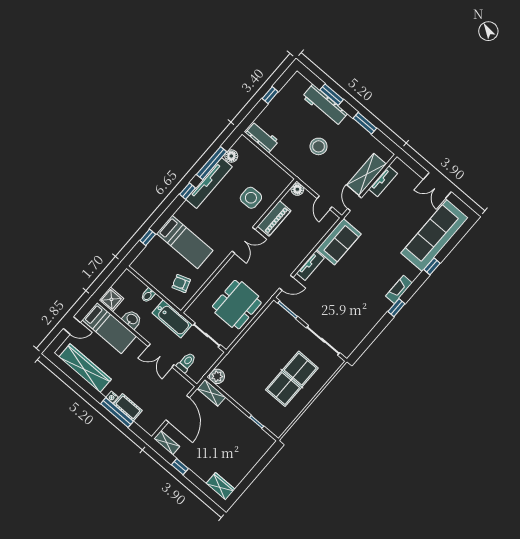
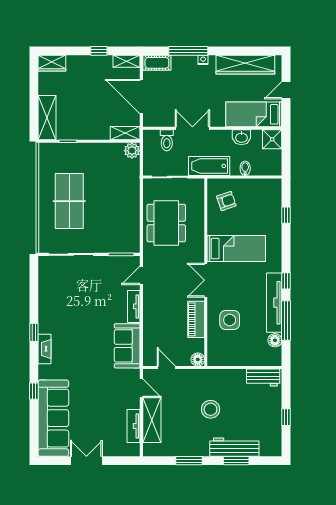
bed: (185, 242) -> (236, 249), moved, turned 180
cot: (128, 407) -> (157, 63), moved
shelving: (257, 451) -> (47, 118), added

